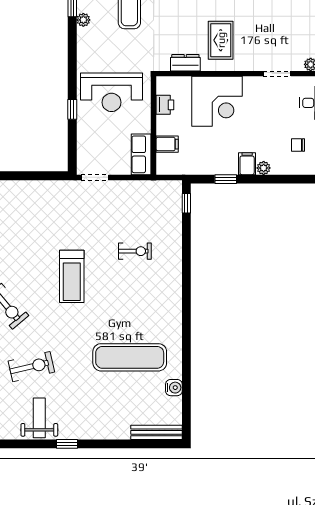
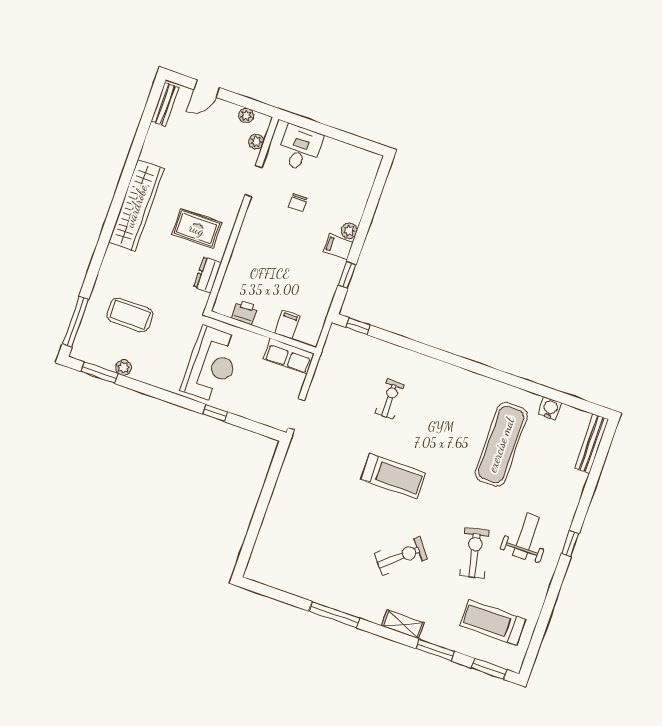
corner desk: (217, 101) -> (261, 255), removed
chair: (298, 145) -> (298, 203), moved
weight bench: (39, 418) -> (526, 536), moved, turned 90

